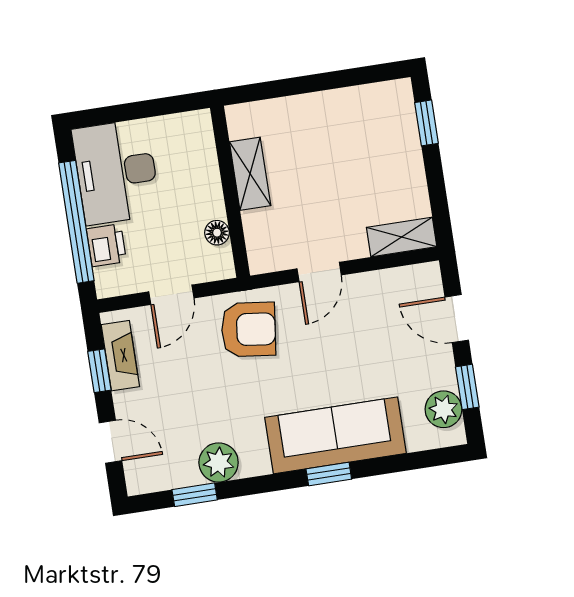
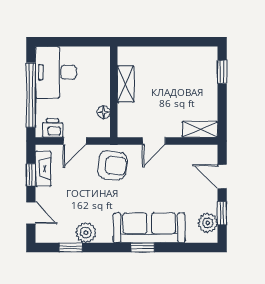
printer: (106, 245) -> (53, 128), moved, turned -90

